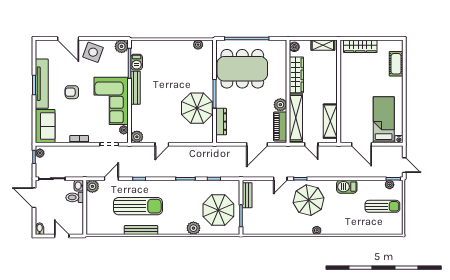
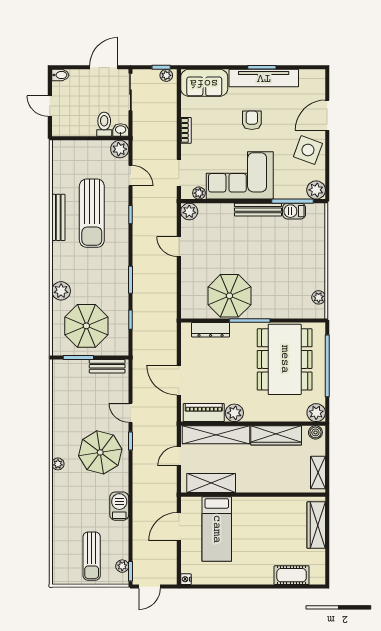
plant: (280, 46) -> (316, 413), added
bed: (384, 120) -> (217, 529), moved, turned 90
door: (62, 236) -> (50, 106), swing flipped

